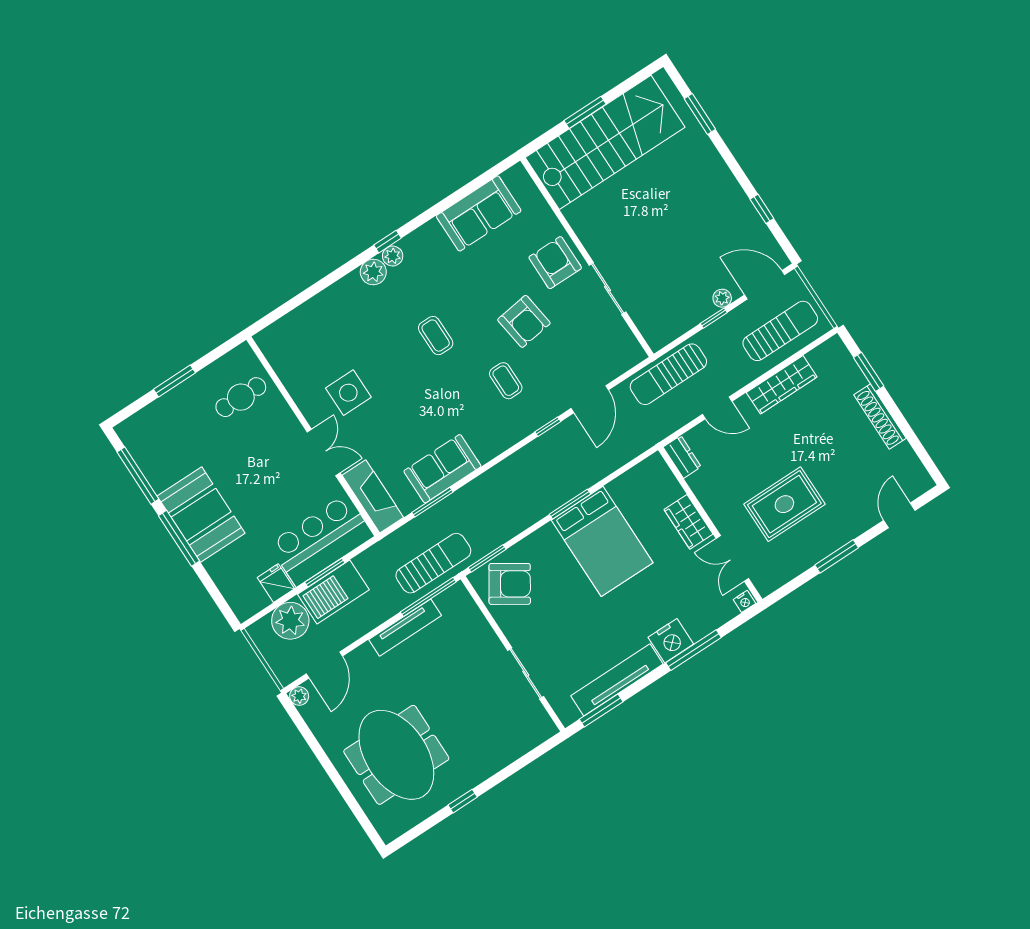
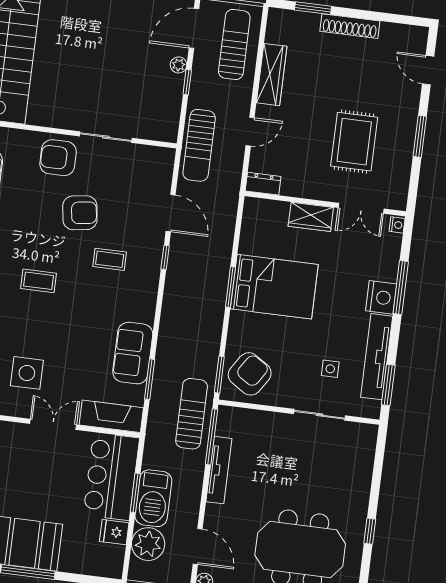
side table: (573, 649) -> (330, 369), added

